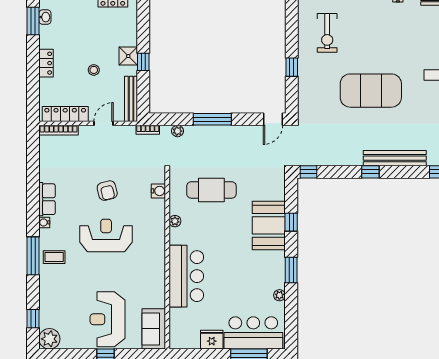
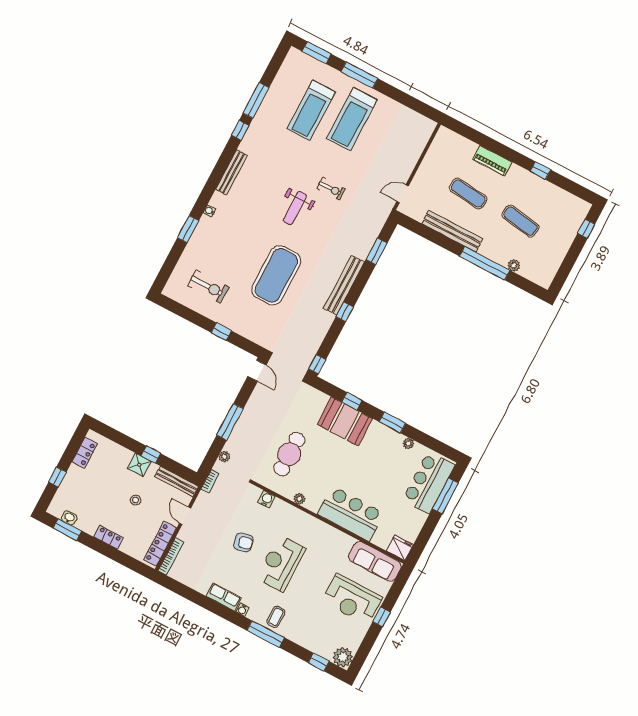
sofa: (154, 329) -> (375, 561), width x1.36
fridge: (212, 340) -> (400, 548), moved, turned 90

